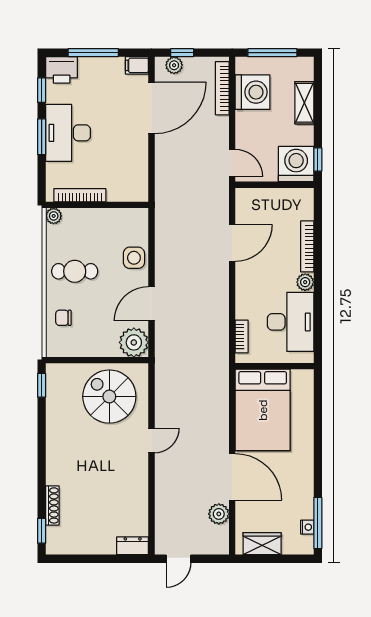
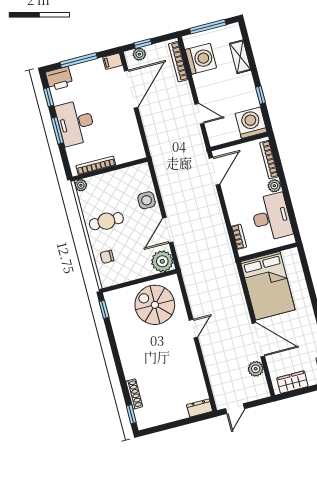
washing machine: (296, 164) -> (251, 123), moved
wall: (274, 185) -> (239, 142), moved

